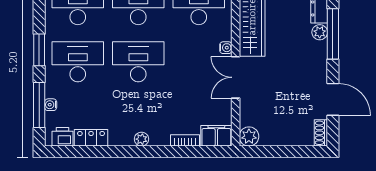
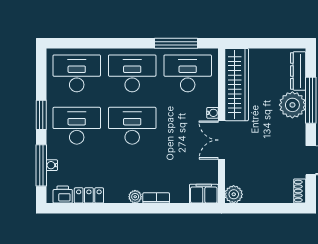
plant: (320, 32) -> (292, 105), width x1.88, depth x1.88
bookcase: (185, 140) -> (156, 198), moved

